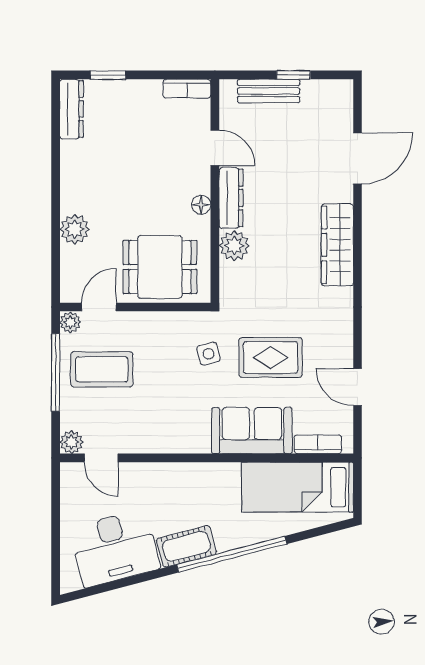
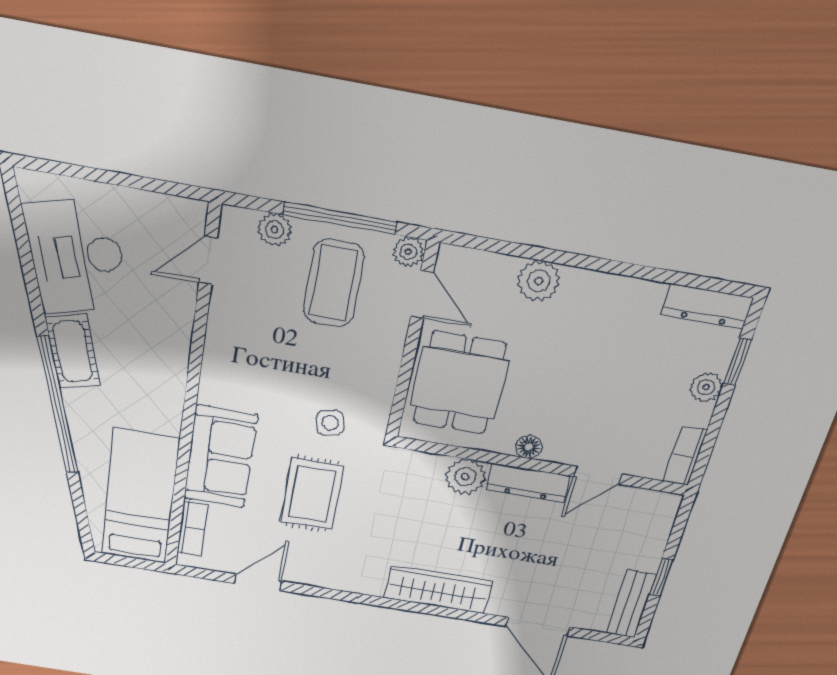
plant: (131, 91) -> (706, 387), added
bench: (269, 91) -> (631, 604), moved
plant: (71, 442) -> (275, 230), moved

